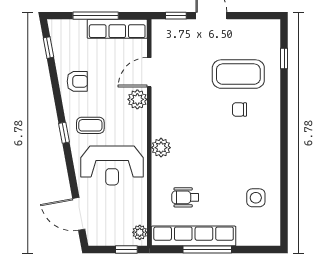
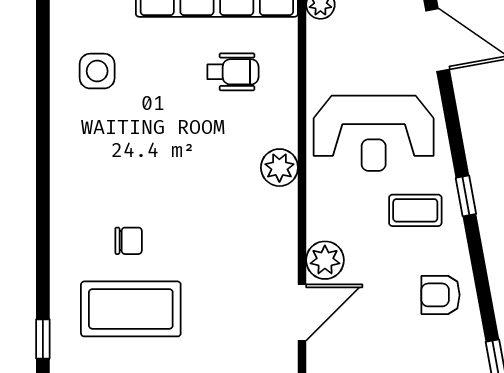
reception desk: (112, 165) -> (374, 133), turned 180

